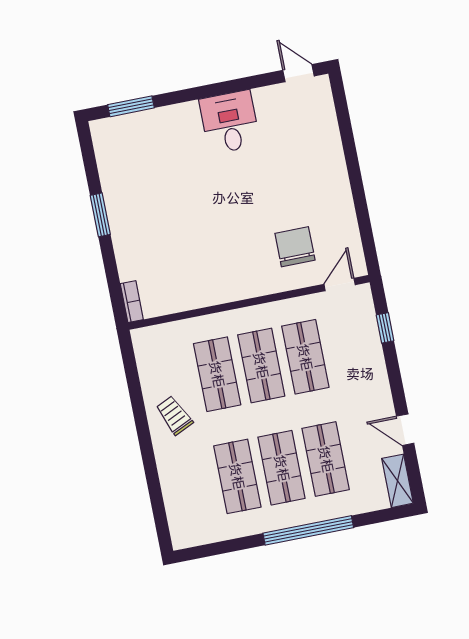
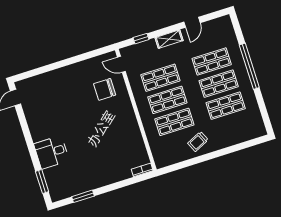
desk: (230, 122) -> (51, 152), moved
window: (100, 215) -> (83, 196), moved
shelving: (398, 481) -> (169, 39), moved

